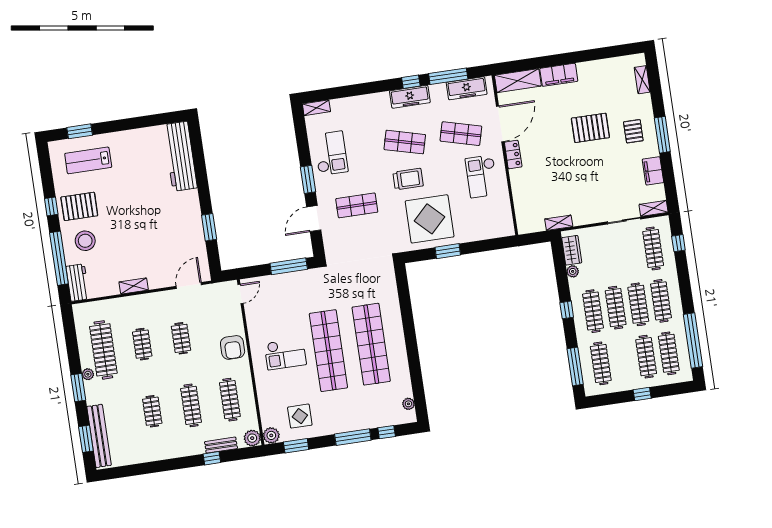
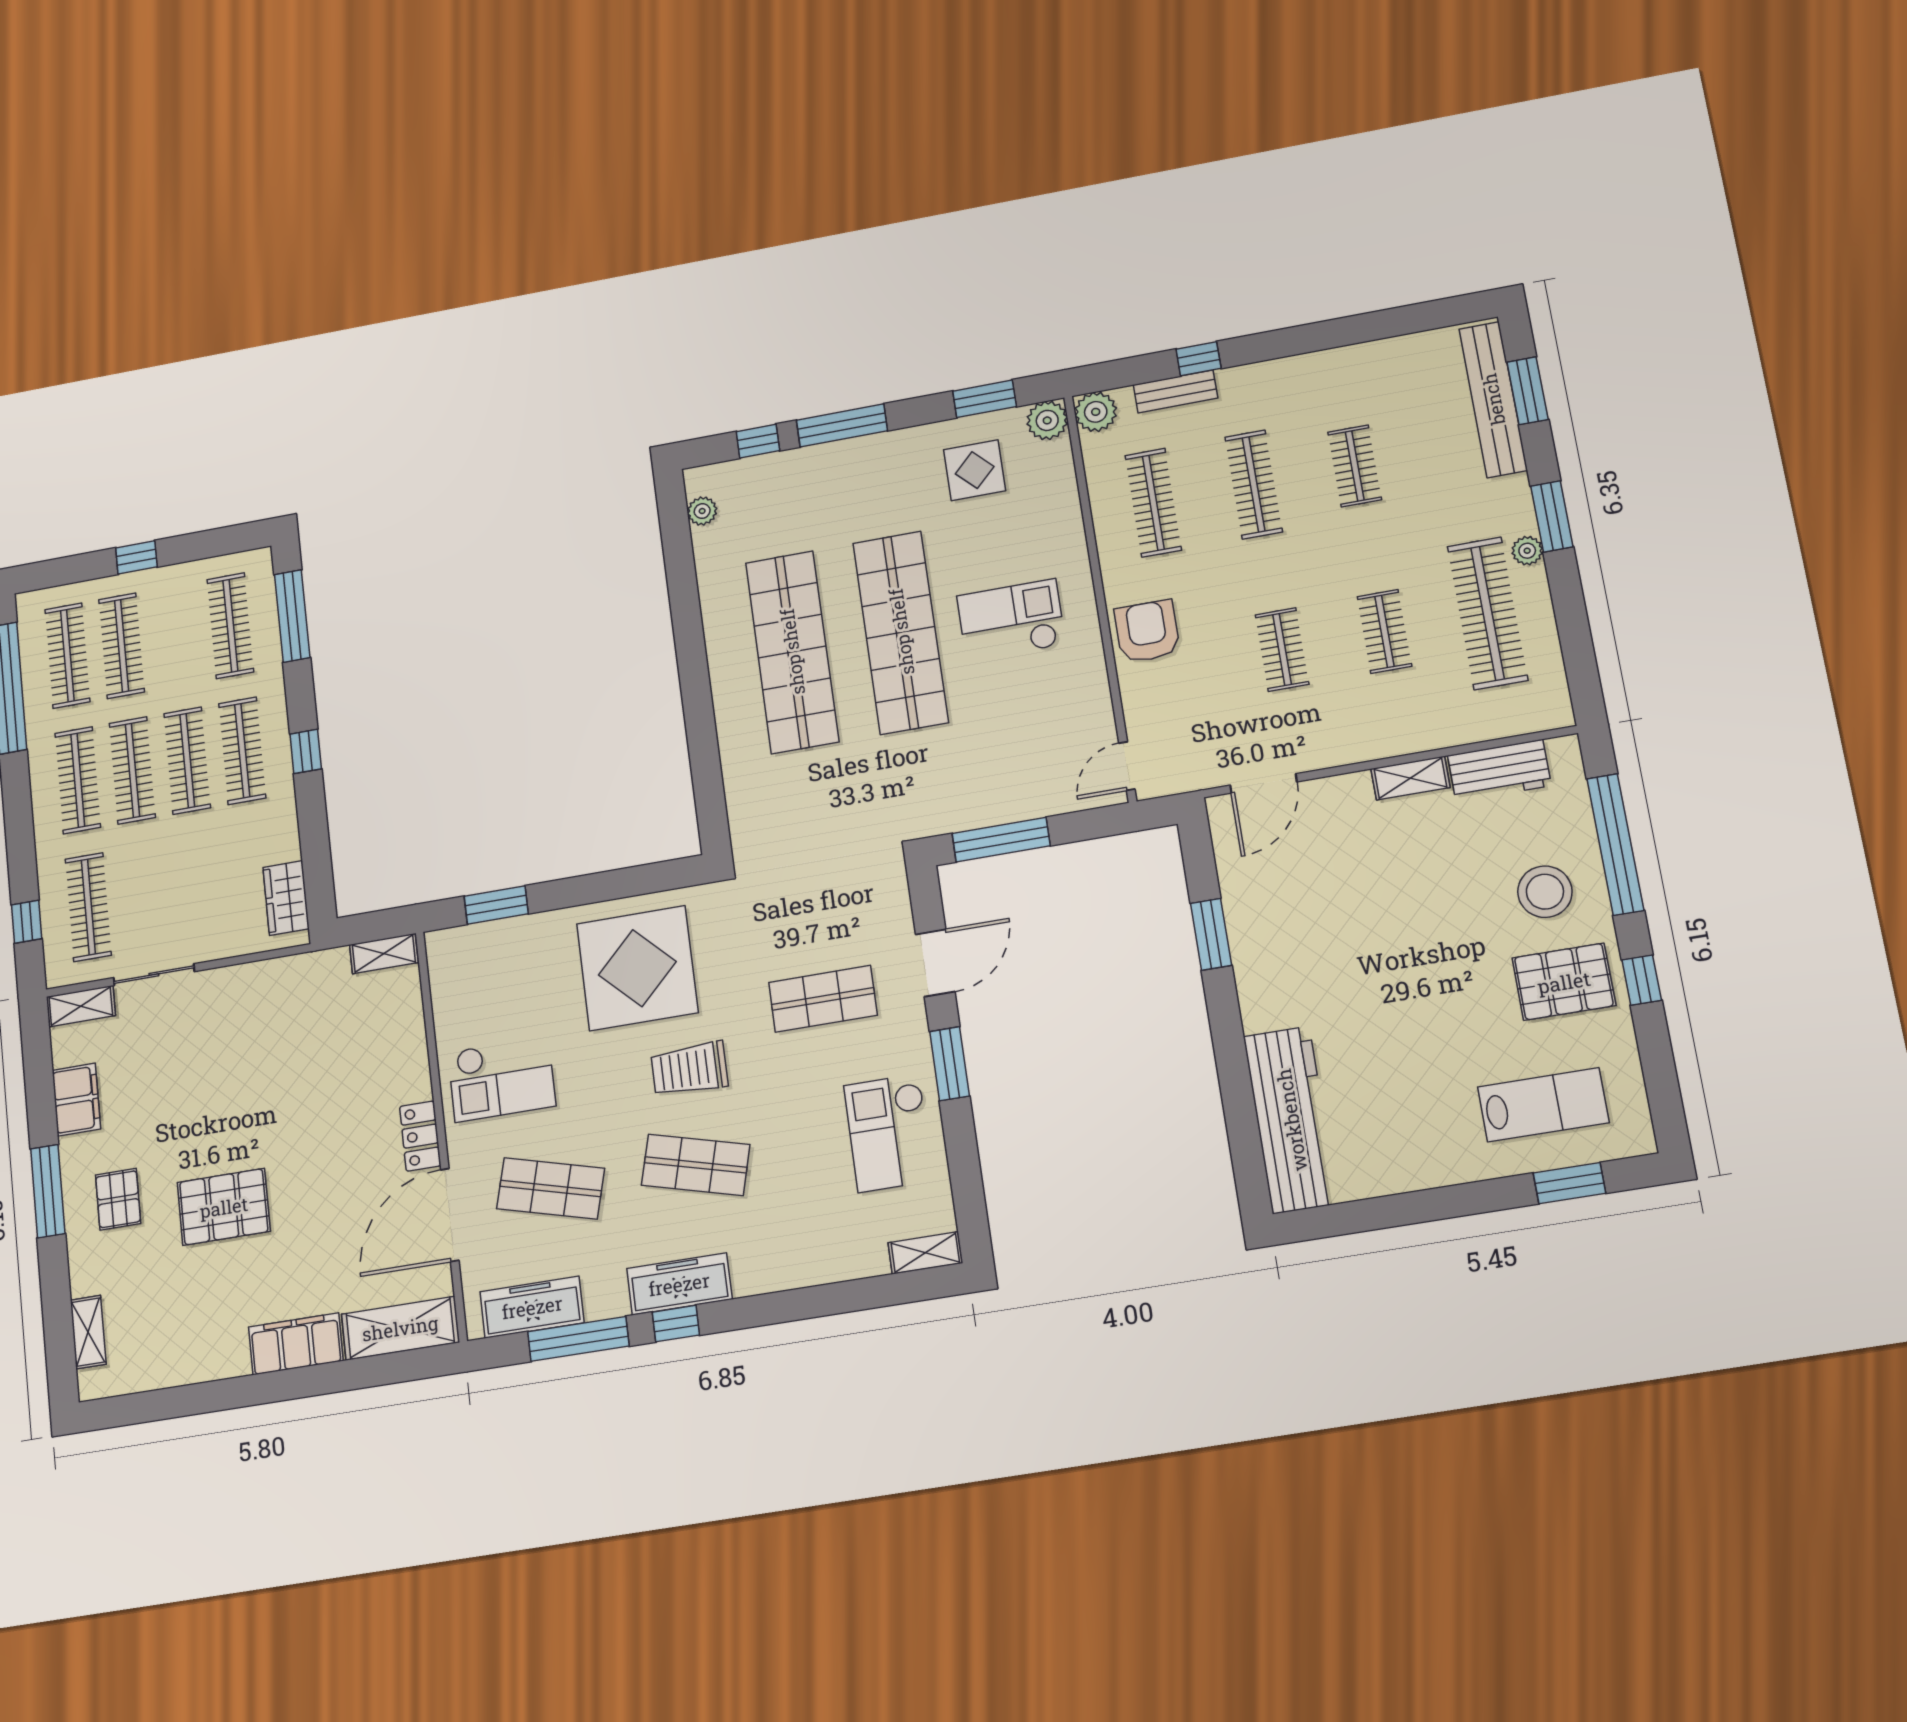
checkout: (482, 176) -> (502, 1079), turned 90
shelving: (559, 223) -> (384, 954), moved
window: (448, 251) -> (496, 905), moved
plant: (573, 271) -> (286, 846), removed
workbench: (78, 283) -> (1499, 771), moved, turned -90

